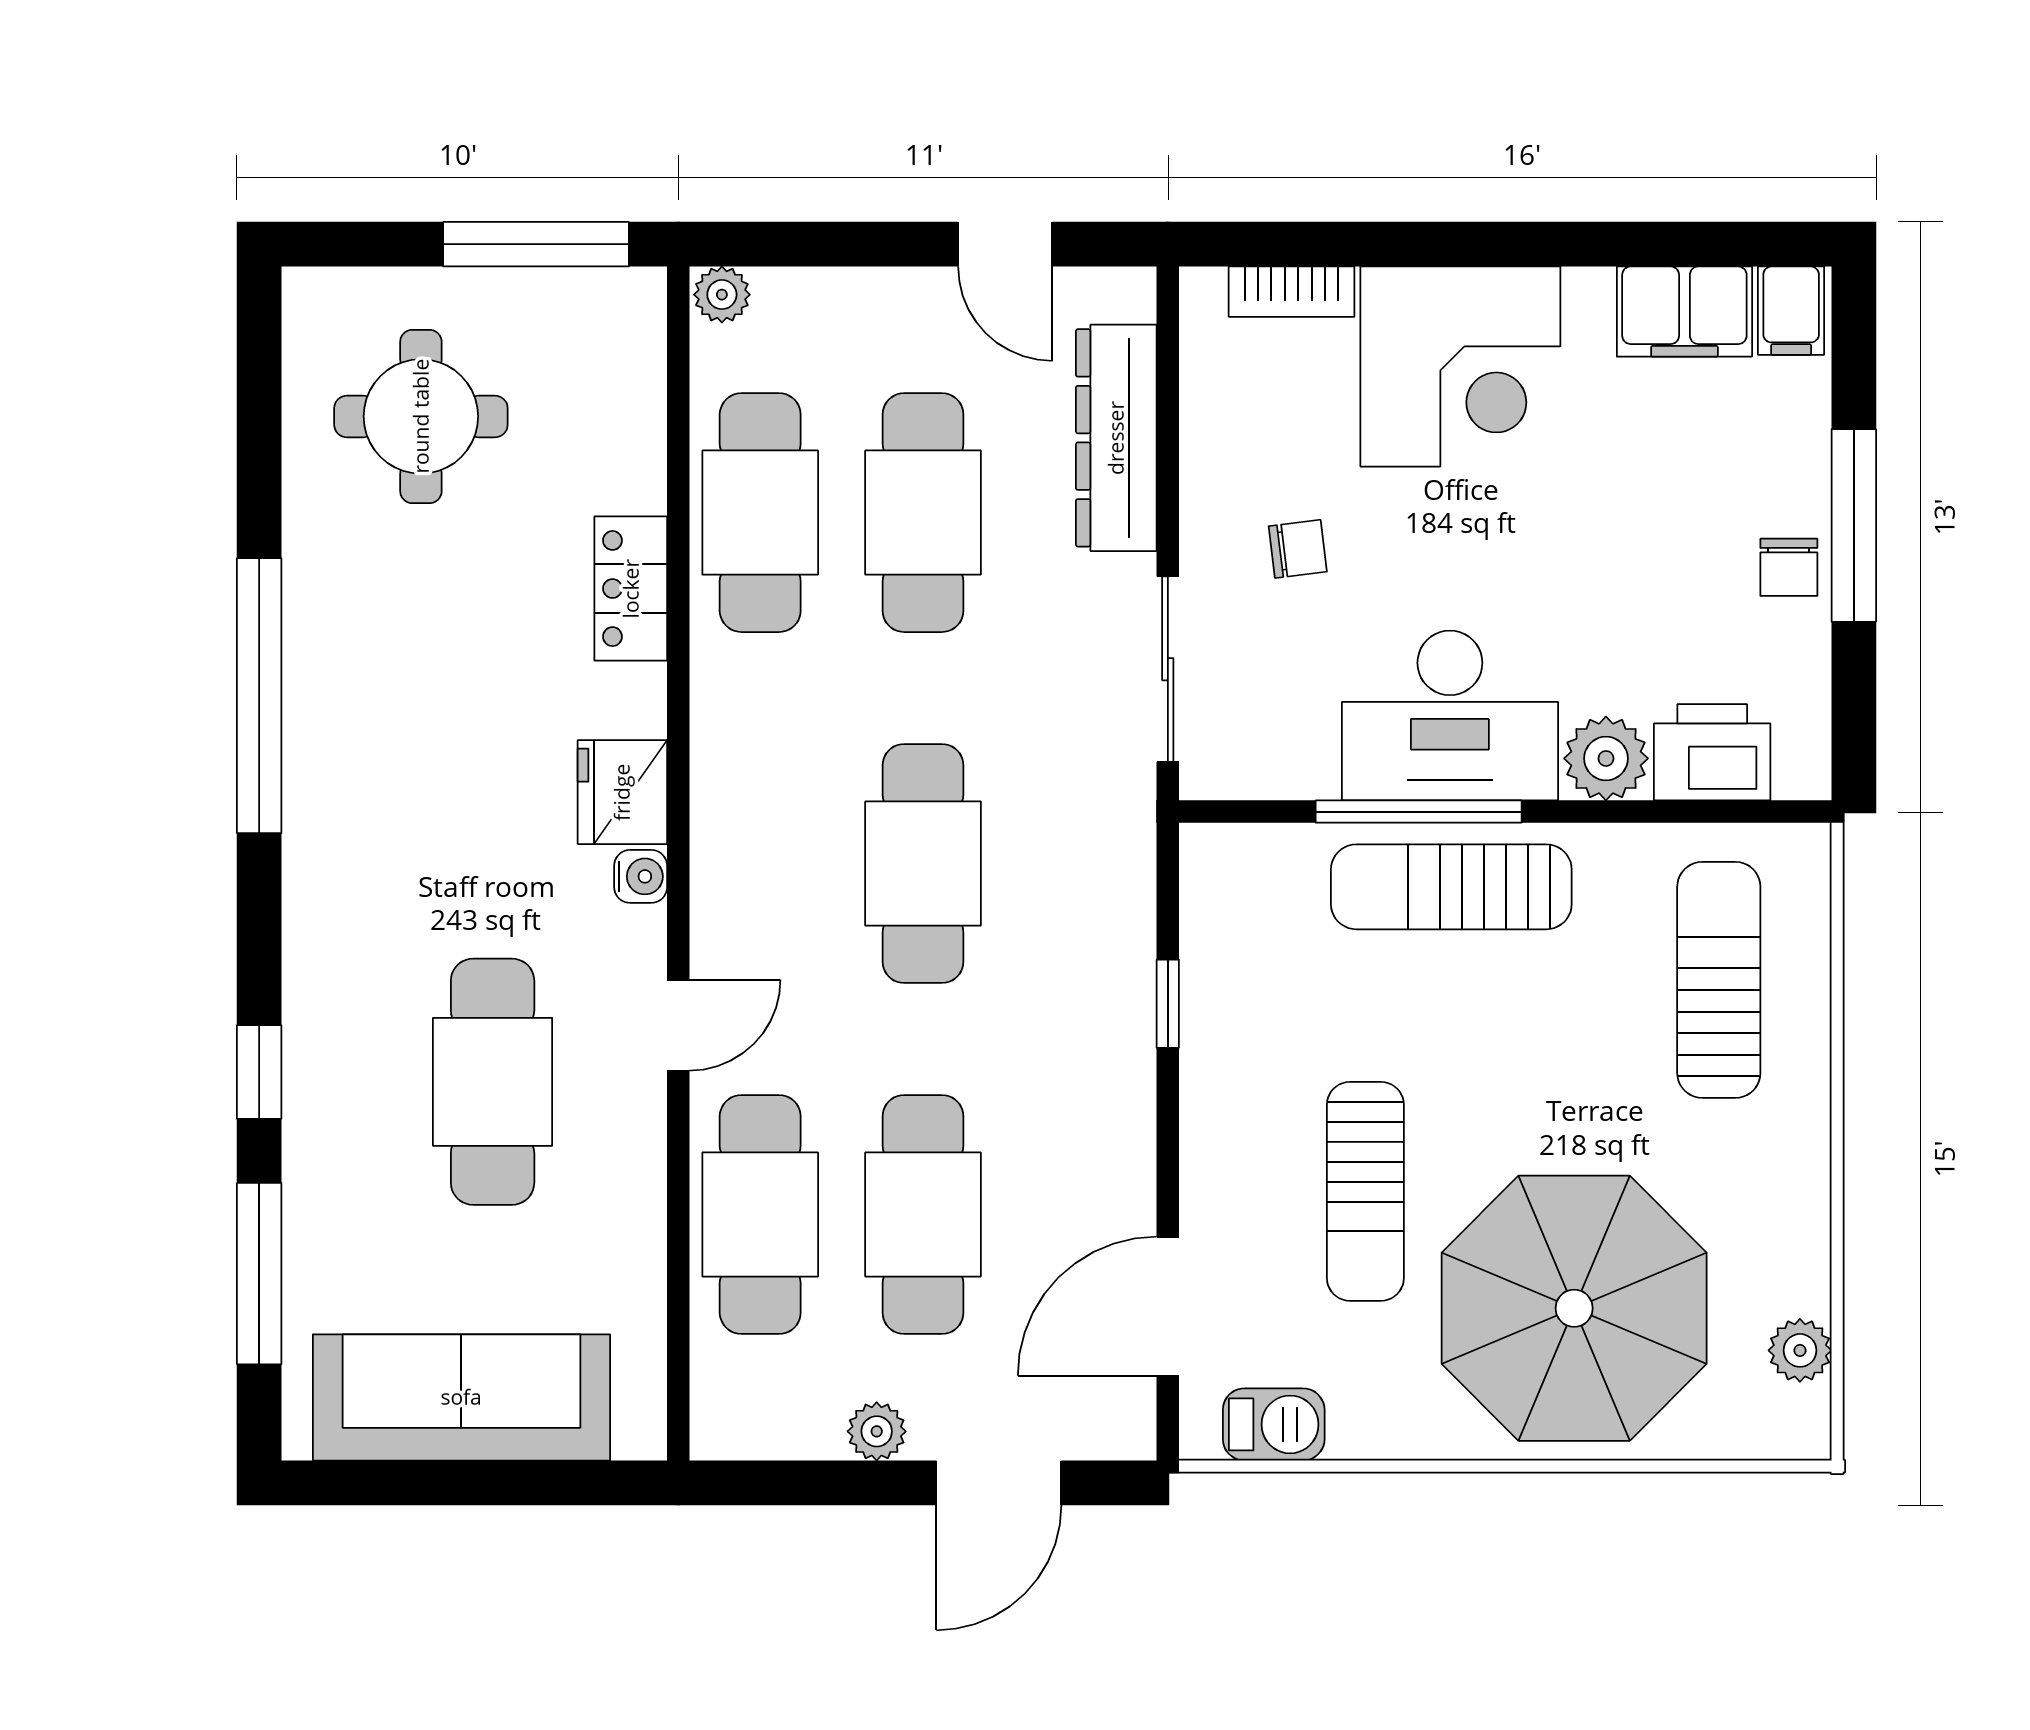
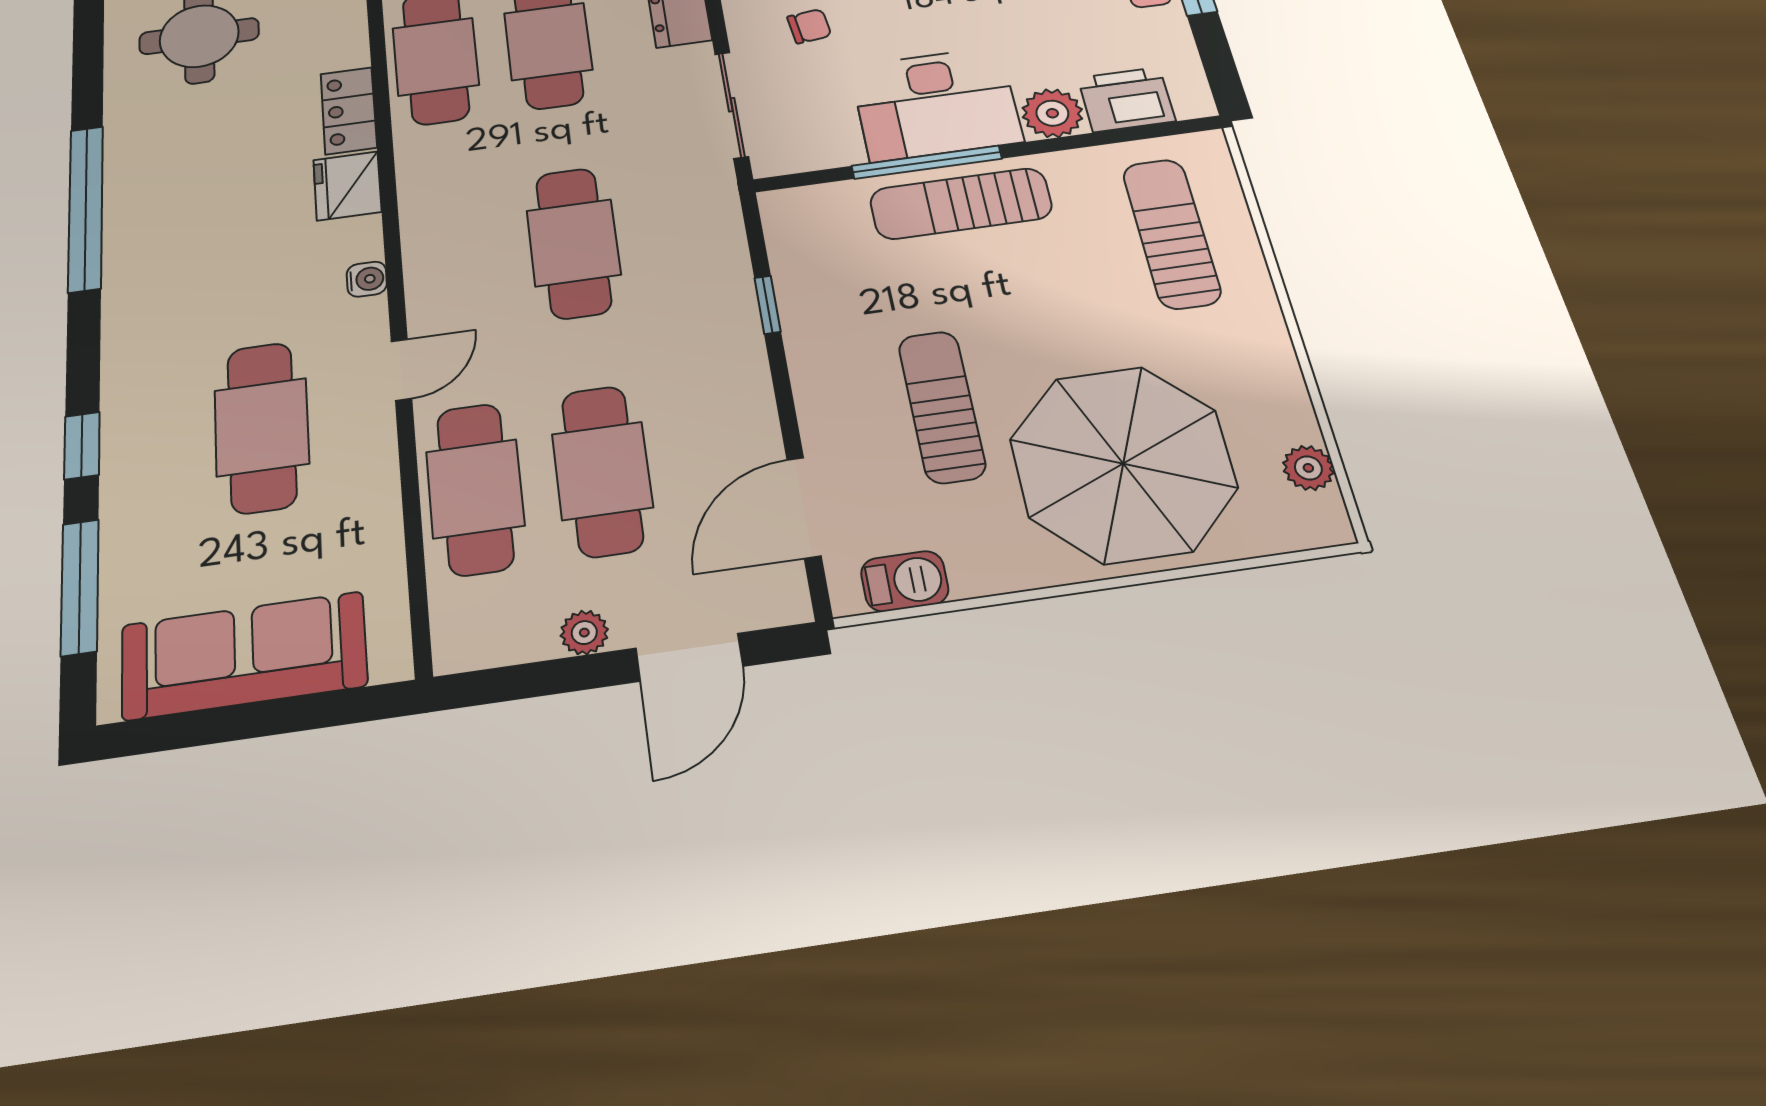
fridge: (622, 792) -> (347, 186), moved
sun lounger: (1365, 1191) -> (942, 406), turned 180

